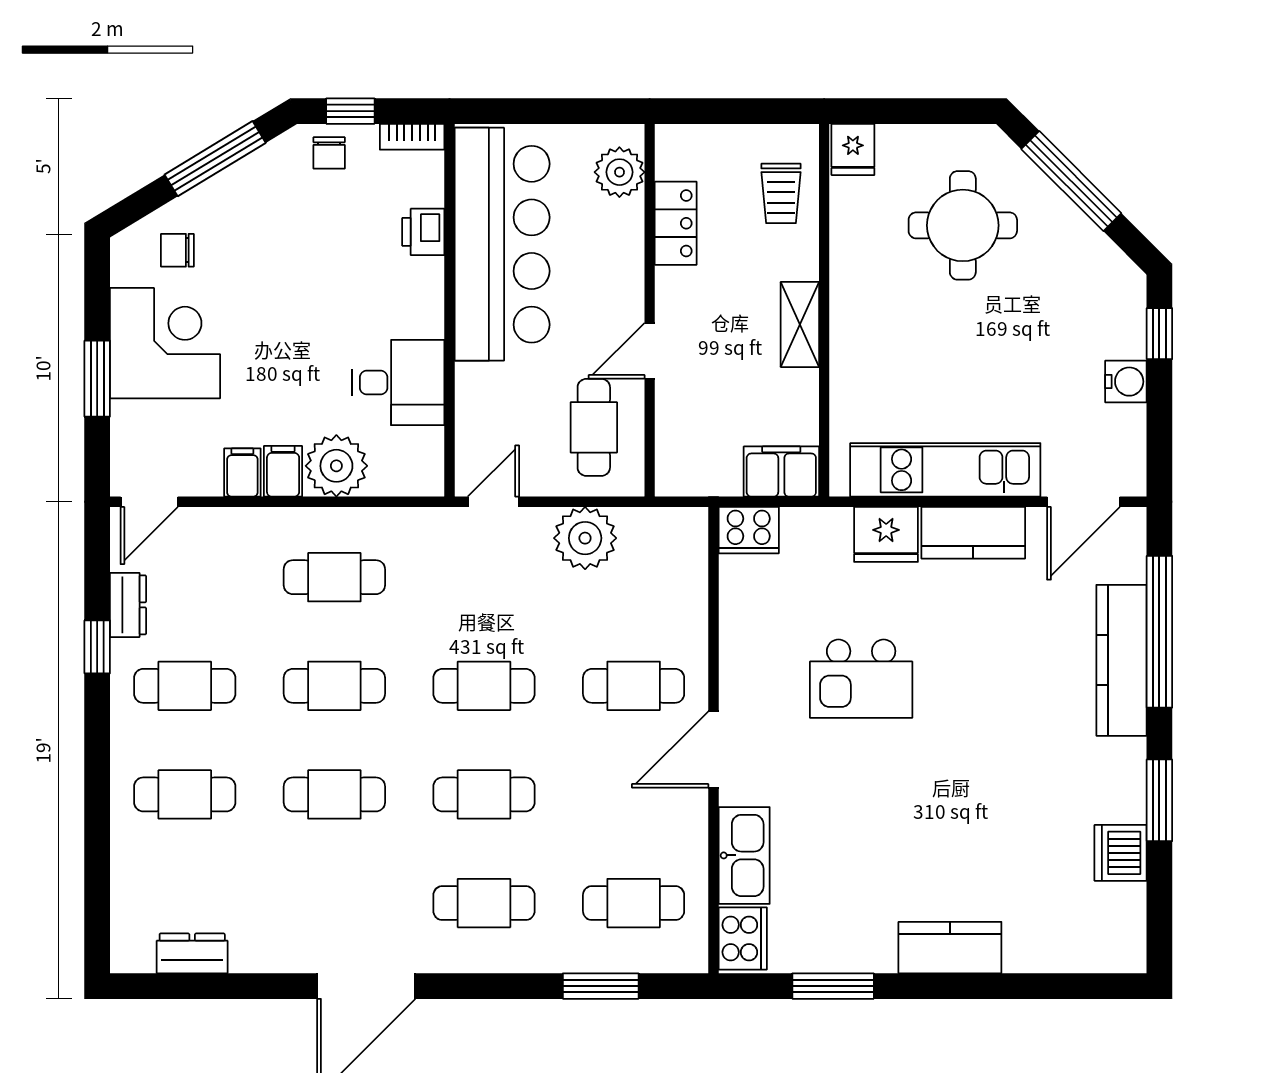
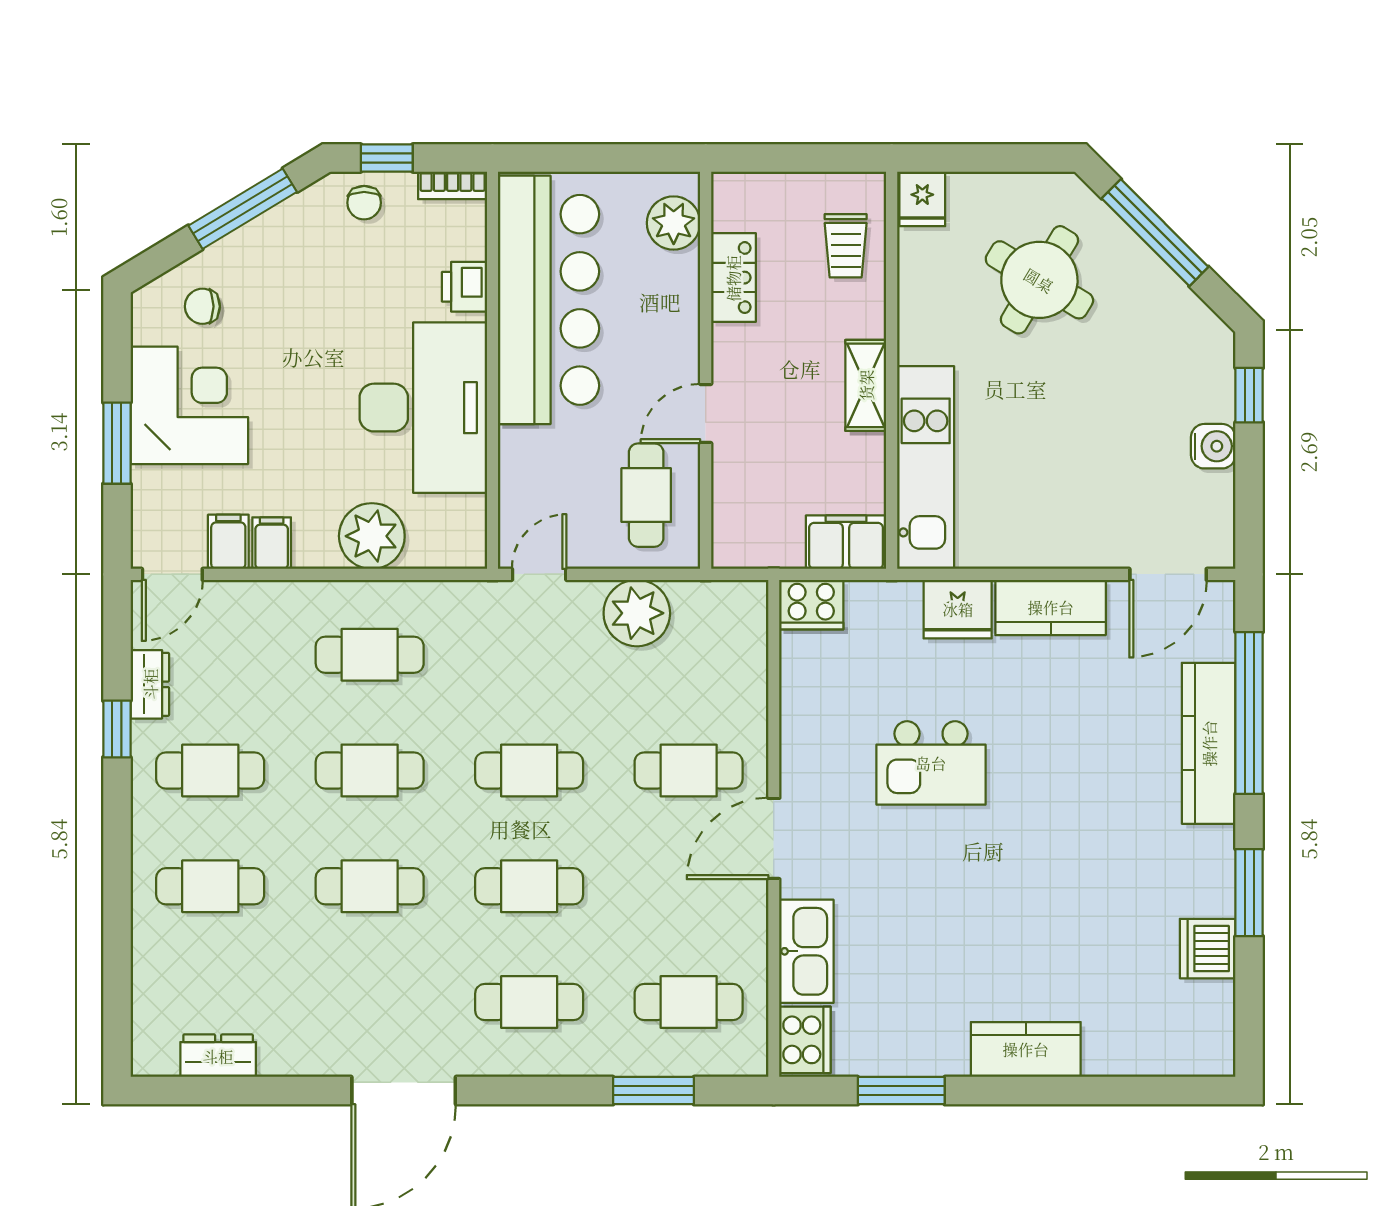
round table: (963, 225) -> (1039, 280), turned 31
desk: (398, 383) -> (423, 408), width x1.87, depth x1.30
kitchen unit: (945, 470) -> (926, 468), moved, turned 90
filing cabinet: (283, 471) -> (228, 542), moved

